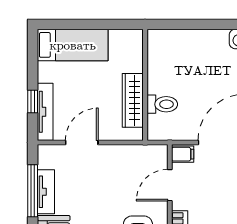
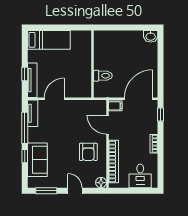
wardrobe: (133, 100) -> (85, 73), removed
door: (170, 185) -> (107, 125), hinge flipped
tv unit: (46, 192) -> (33, 113), moved

